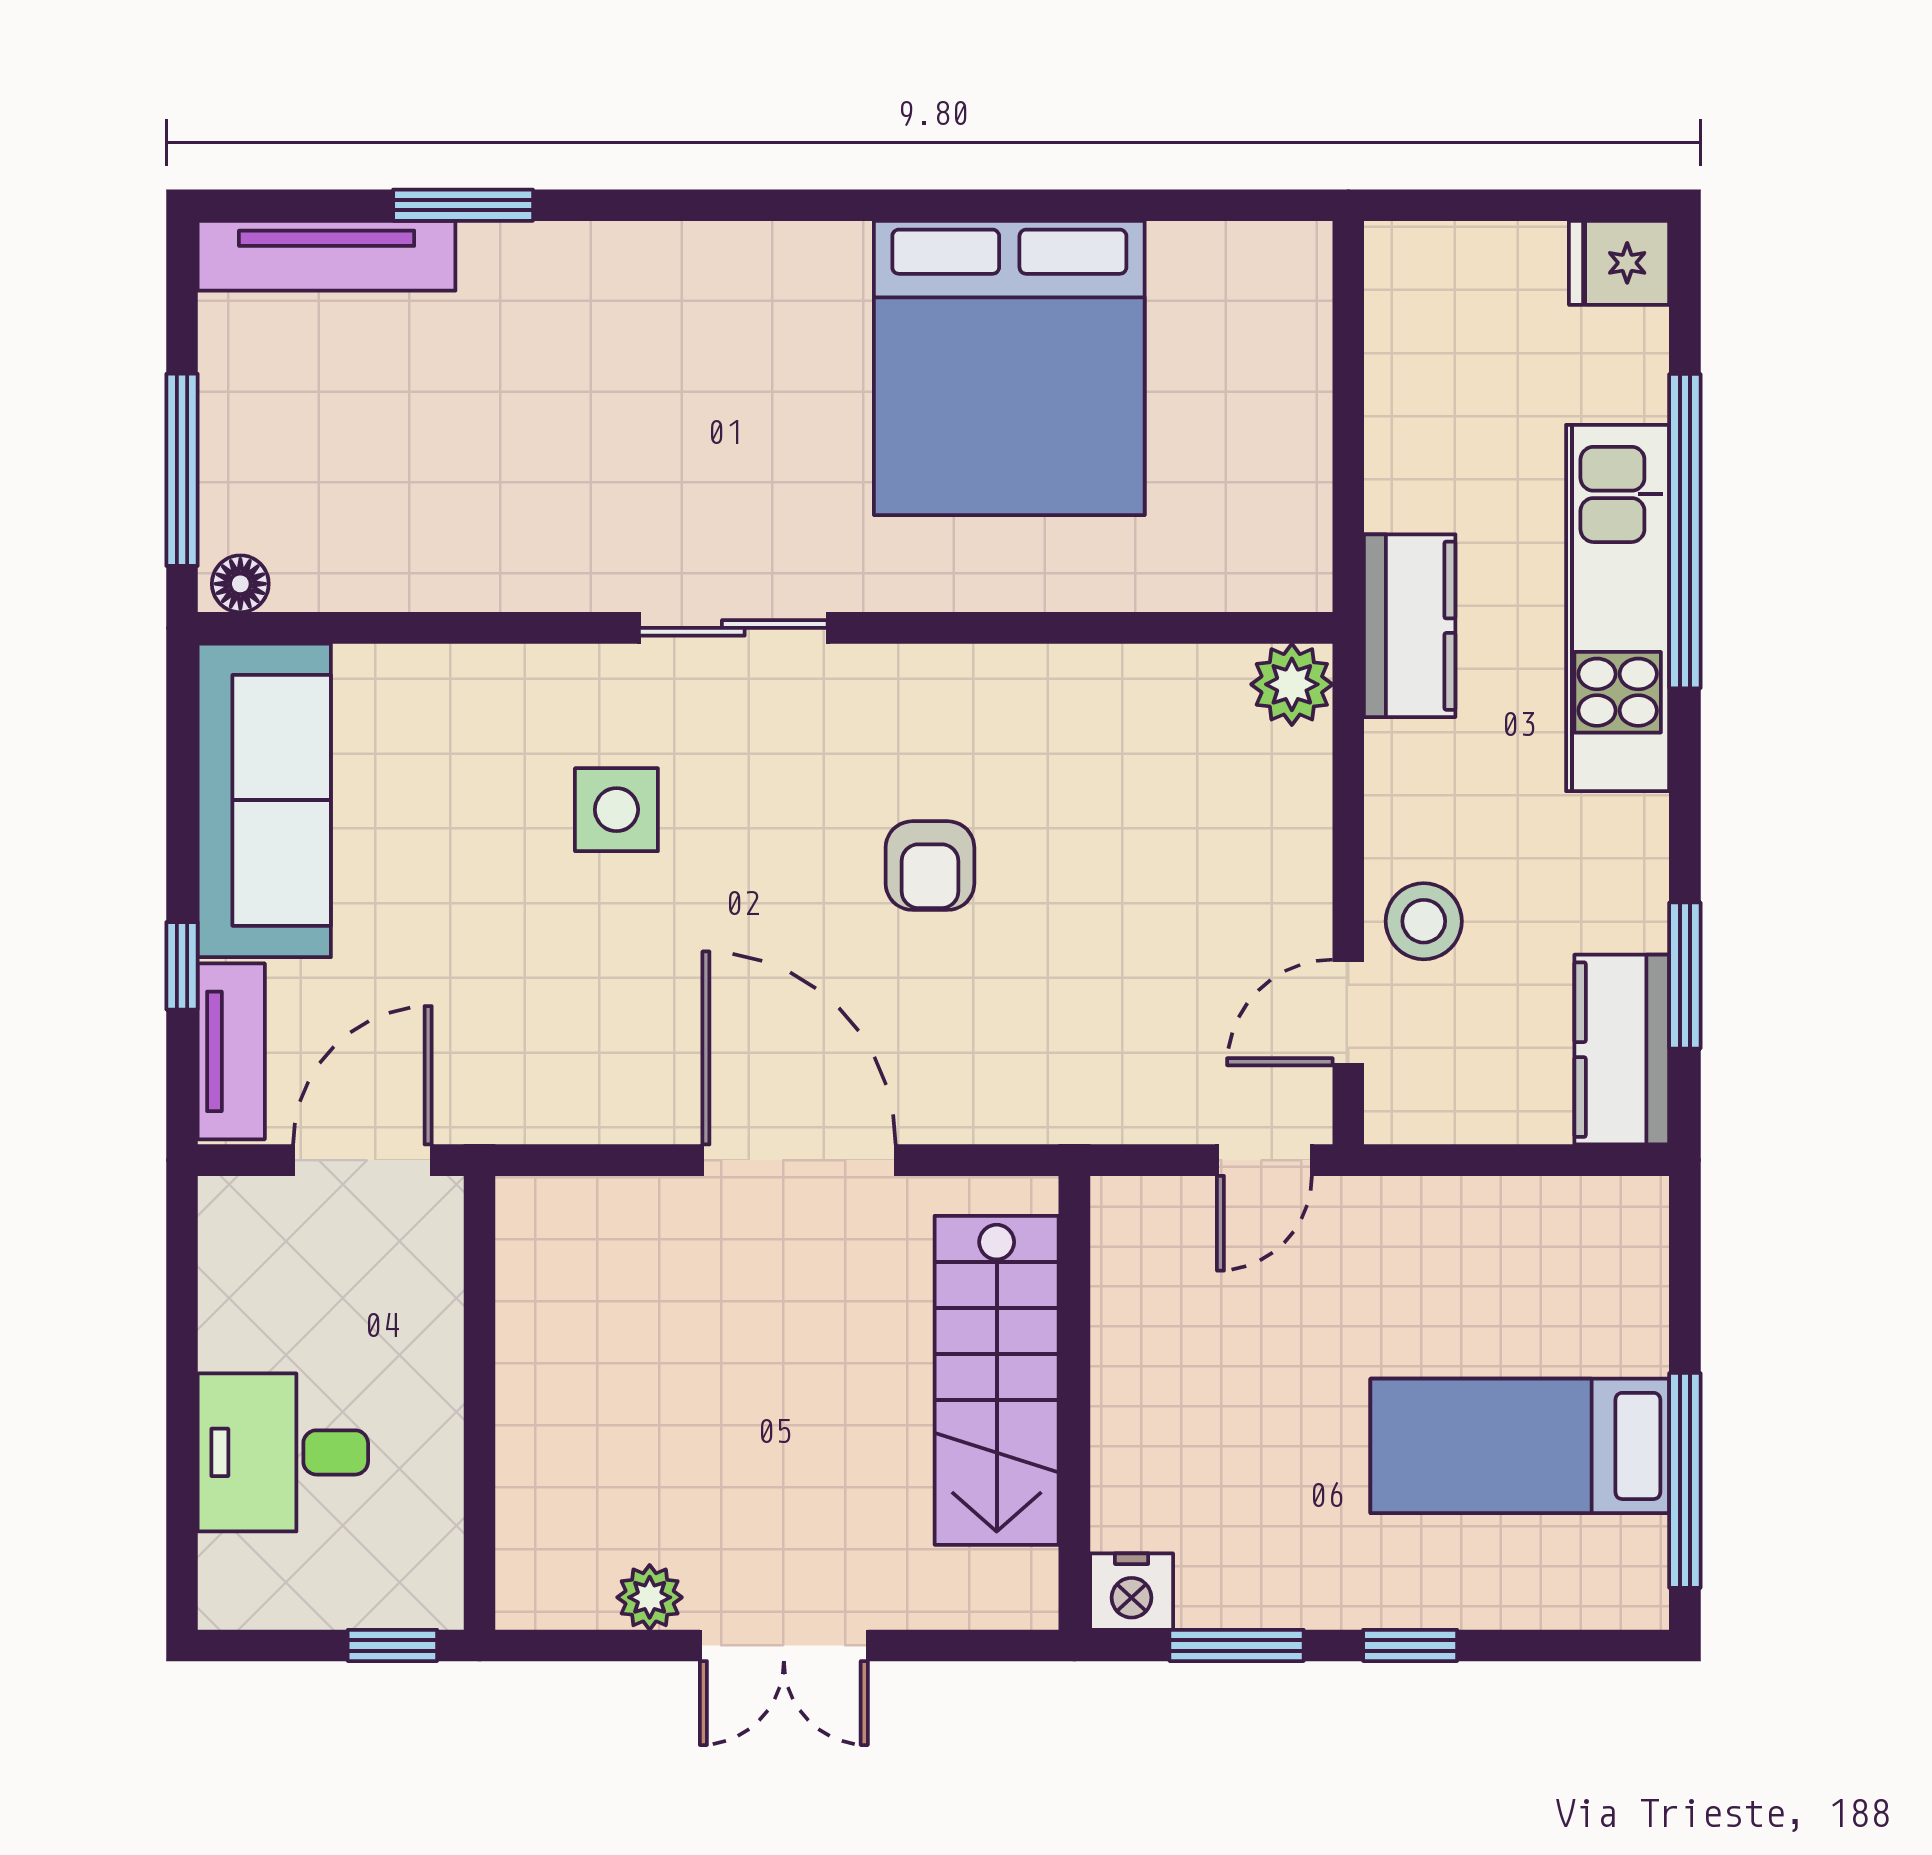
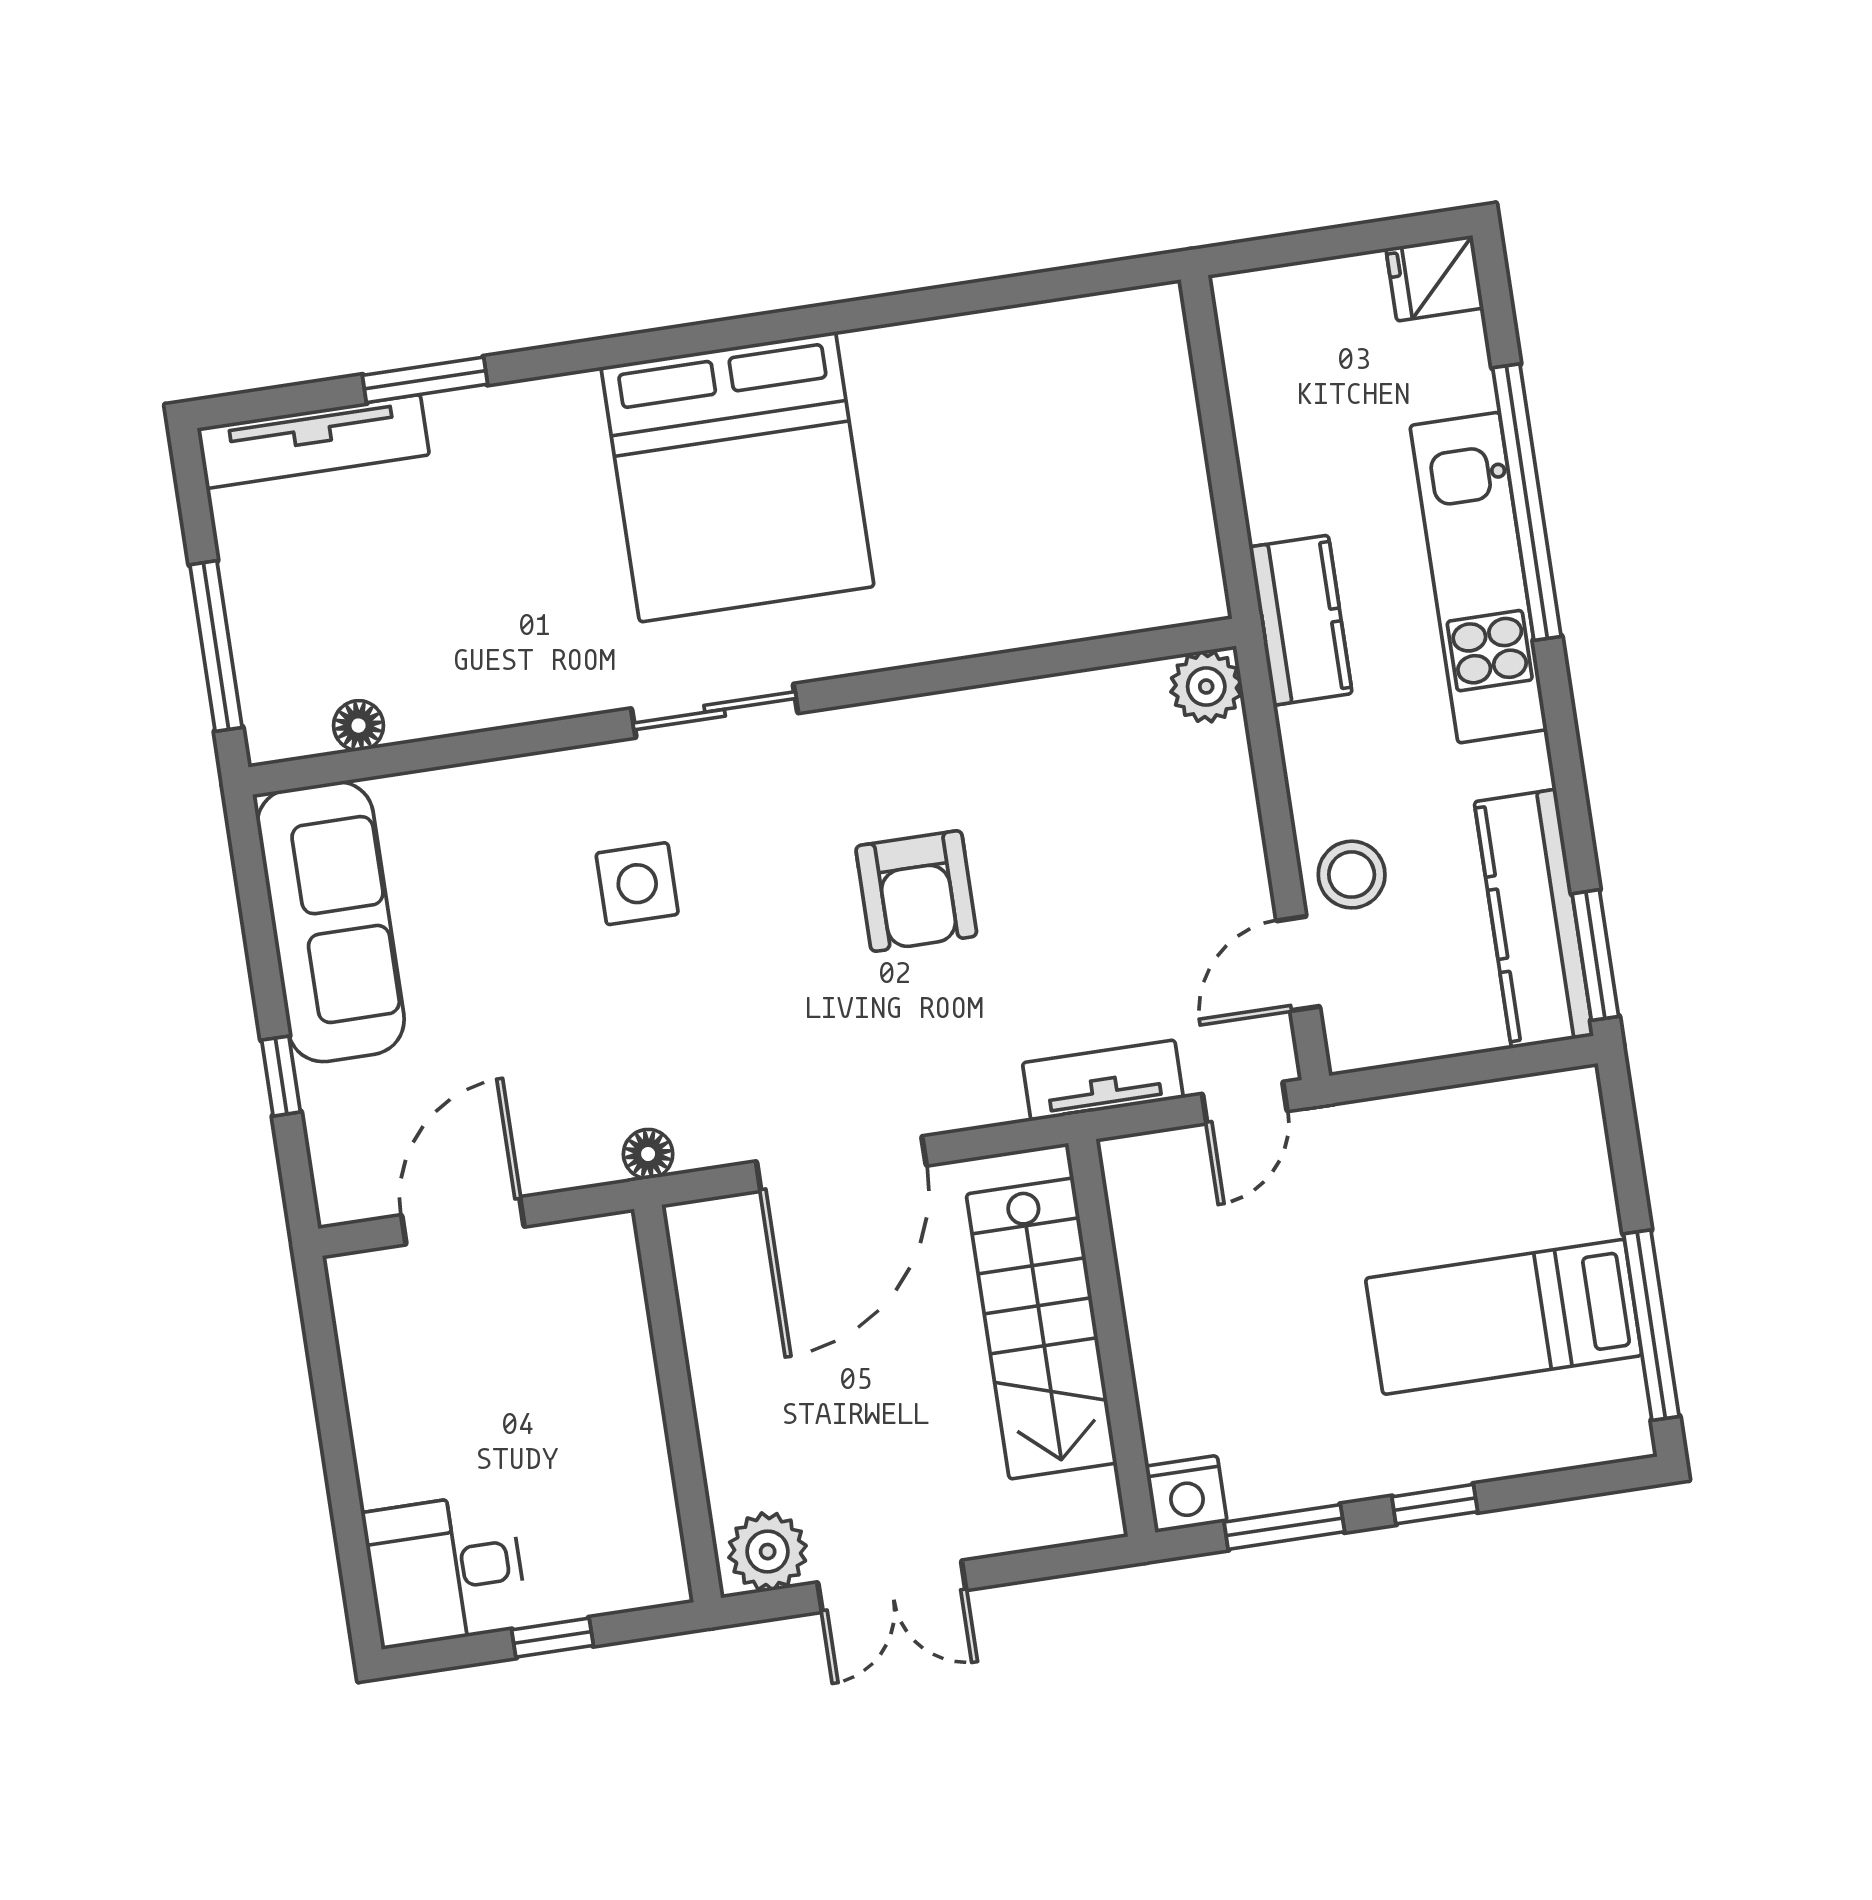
bed: (1009, 368) -> (738, 477), moved
floor lamp: (240, 584) -> (359, 726), moved
armchair: (930, 866) -> (916, 891), width x1.38, depth x1.38
window: (1685, 975) -> (1595, 955), moved
kitchen counter: (1622, 1050) -> (1534, 919), width x1.50
tv unit: (231, 1051) -> (1103, 1080), moved, turned -90
floor lamp: (583, 1116) -> (648, 1154), added
door: (799, 1160) -> (841, 1164), swing flipped
wall: (479, 1403) -> (678, 1403), moved
desk: (283, 1452) -> (445, 1570), moved
plant: (650, 1597) -> (768, 1552), width x1.38, depth x1.38

